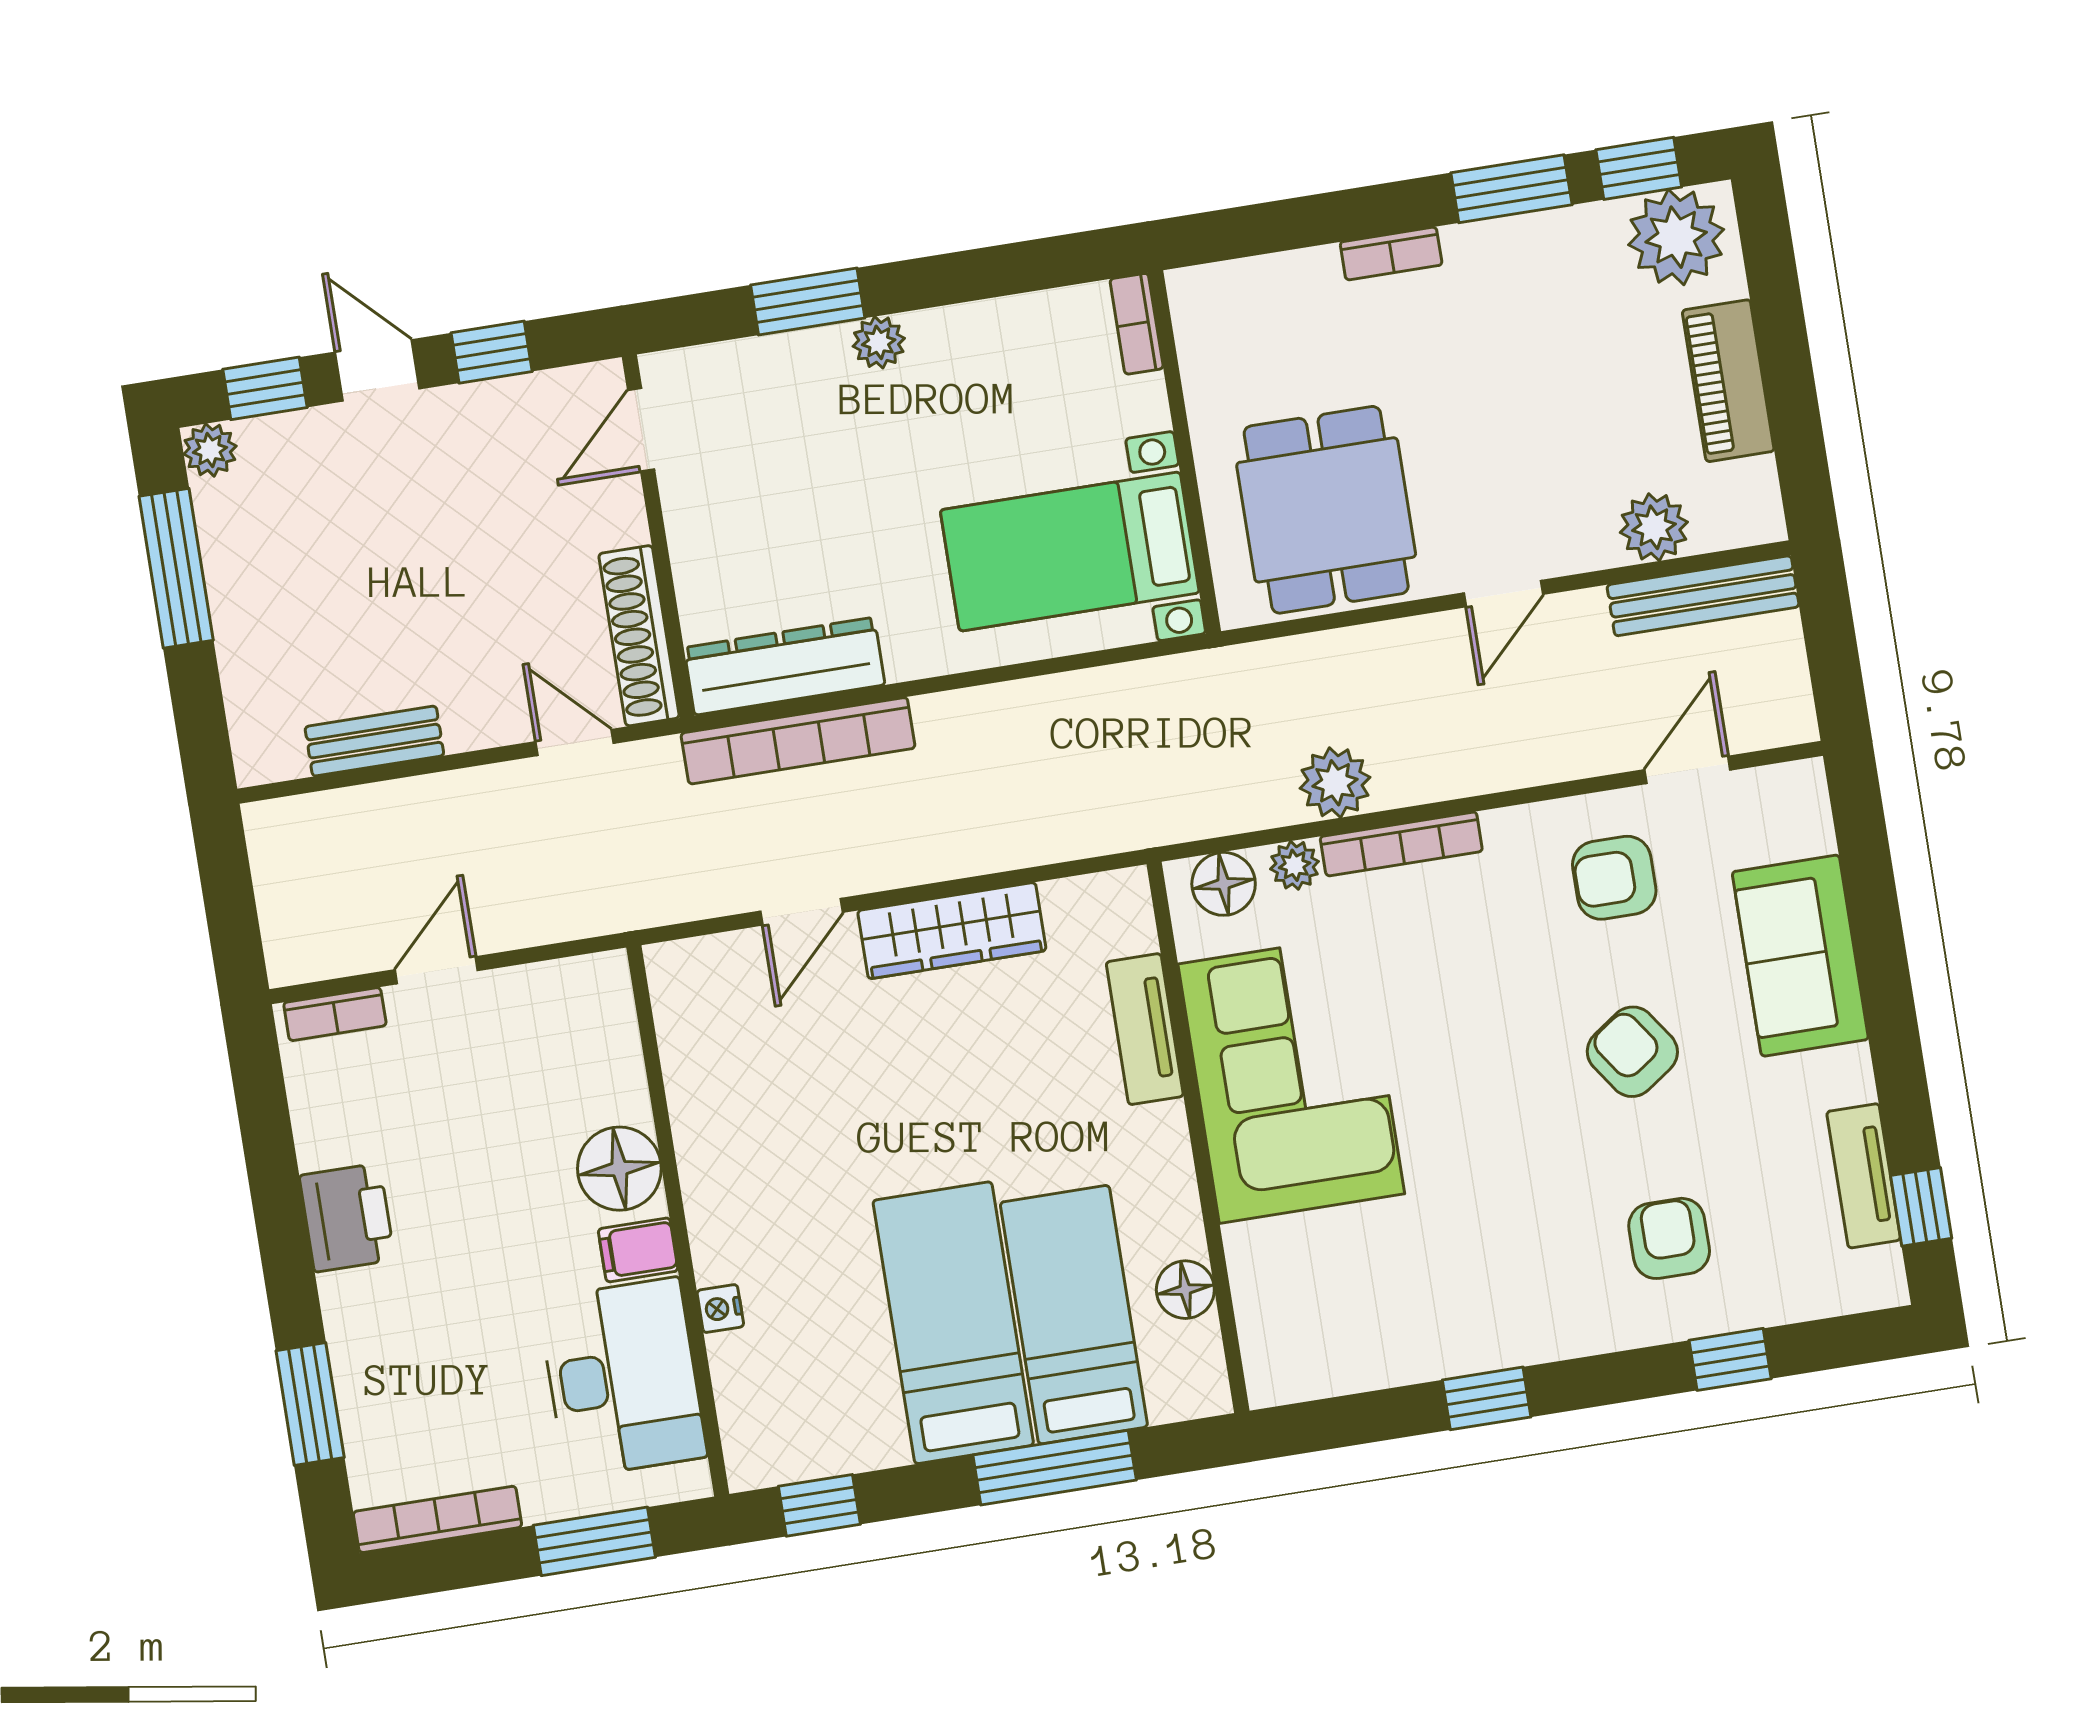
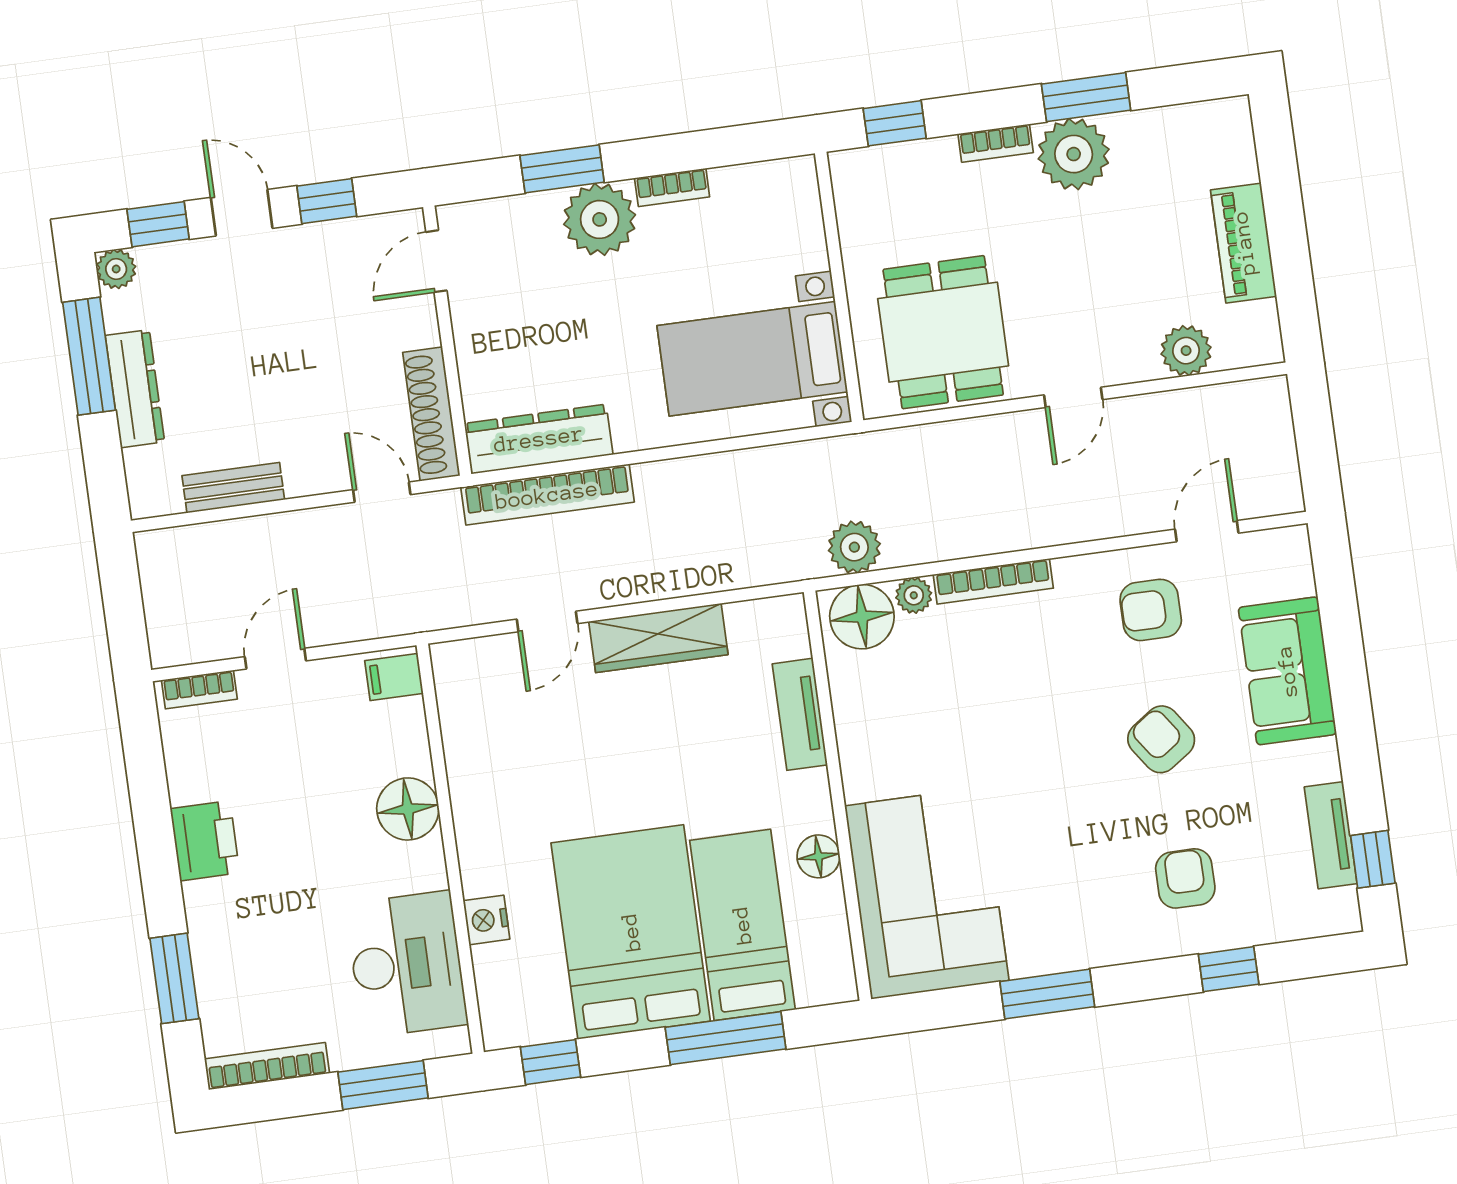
window: (1639, 168) -> (895, 123), moved
plant: (1676, 237) -> (1074, 154), moved
bookcase: (1137, 324) -> (672, 187), moved, turned -90
plant: (879, 342) -> (600, 219), width x1.87, depth x1.87
bench: (1703, 596) -> (1221, 402), removed
dresser: (239, 611) -> (135, 389), added
plant: (1335, 783) -> (854, 547), moved
floor lamp: (1224, 884) -> (862, 617), width x1.38, depth x1.38
corner sofa: (1291, 1079) -> (927, 893), moved
filing cabinet: (638, 1250) -> (394, 677), moved
floor lamp: (1185, 1290) -> (818, 856), moved
nightstand: (720, 1309) -> (486, 920), width x1.39, depth x1.35
bed: (953, 1323) -> (631, 932), width x1.50
window: (1487, 1398) -> (1047, 994), width x1.50

